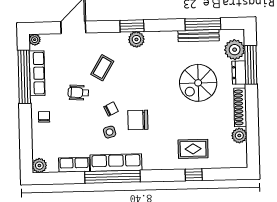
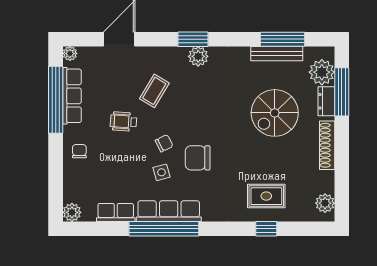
plant: (239, 136) -> (325, 203), moved

